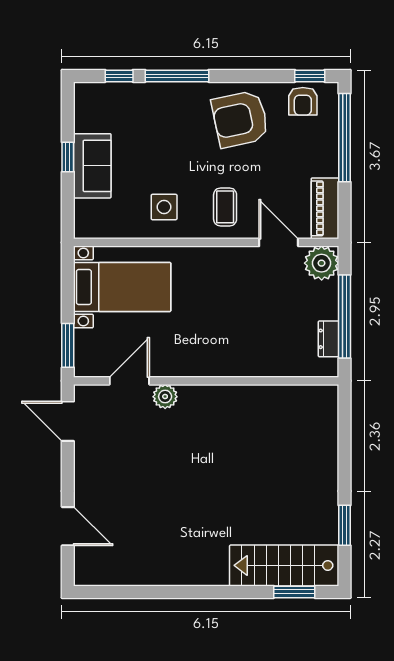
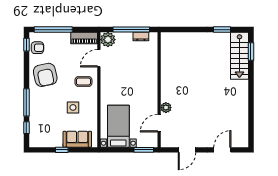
sofa: (92, 166) -> (77, 139), moved
side table: (164, 207) -> (73, 107), moved
door: (129, 381) -> (159, 123), hinge flipped
door: (68, 421) -> (187, 150), moved

